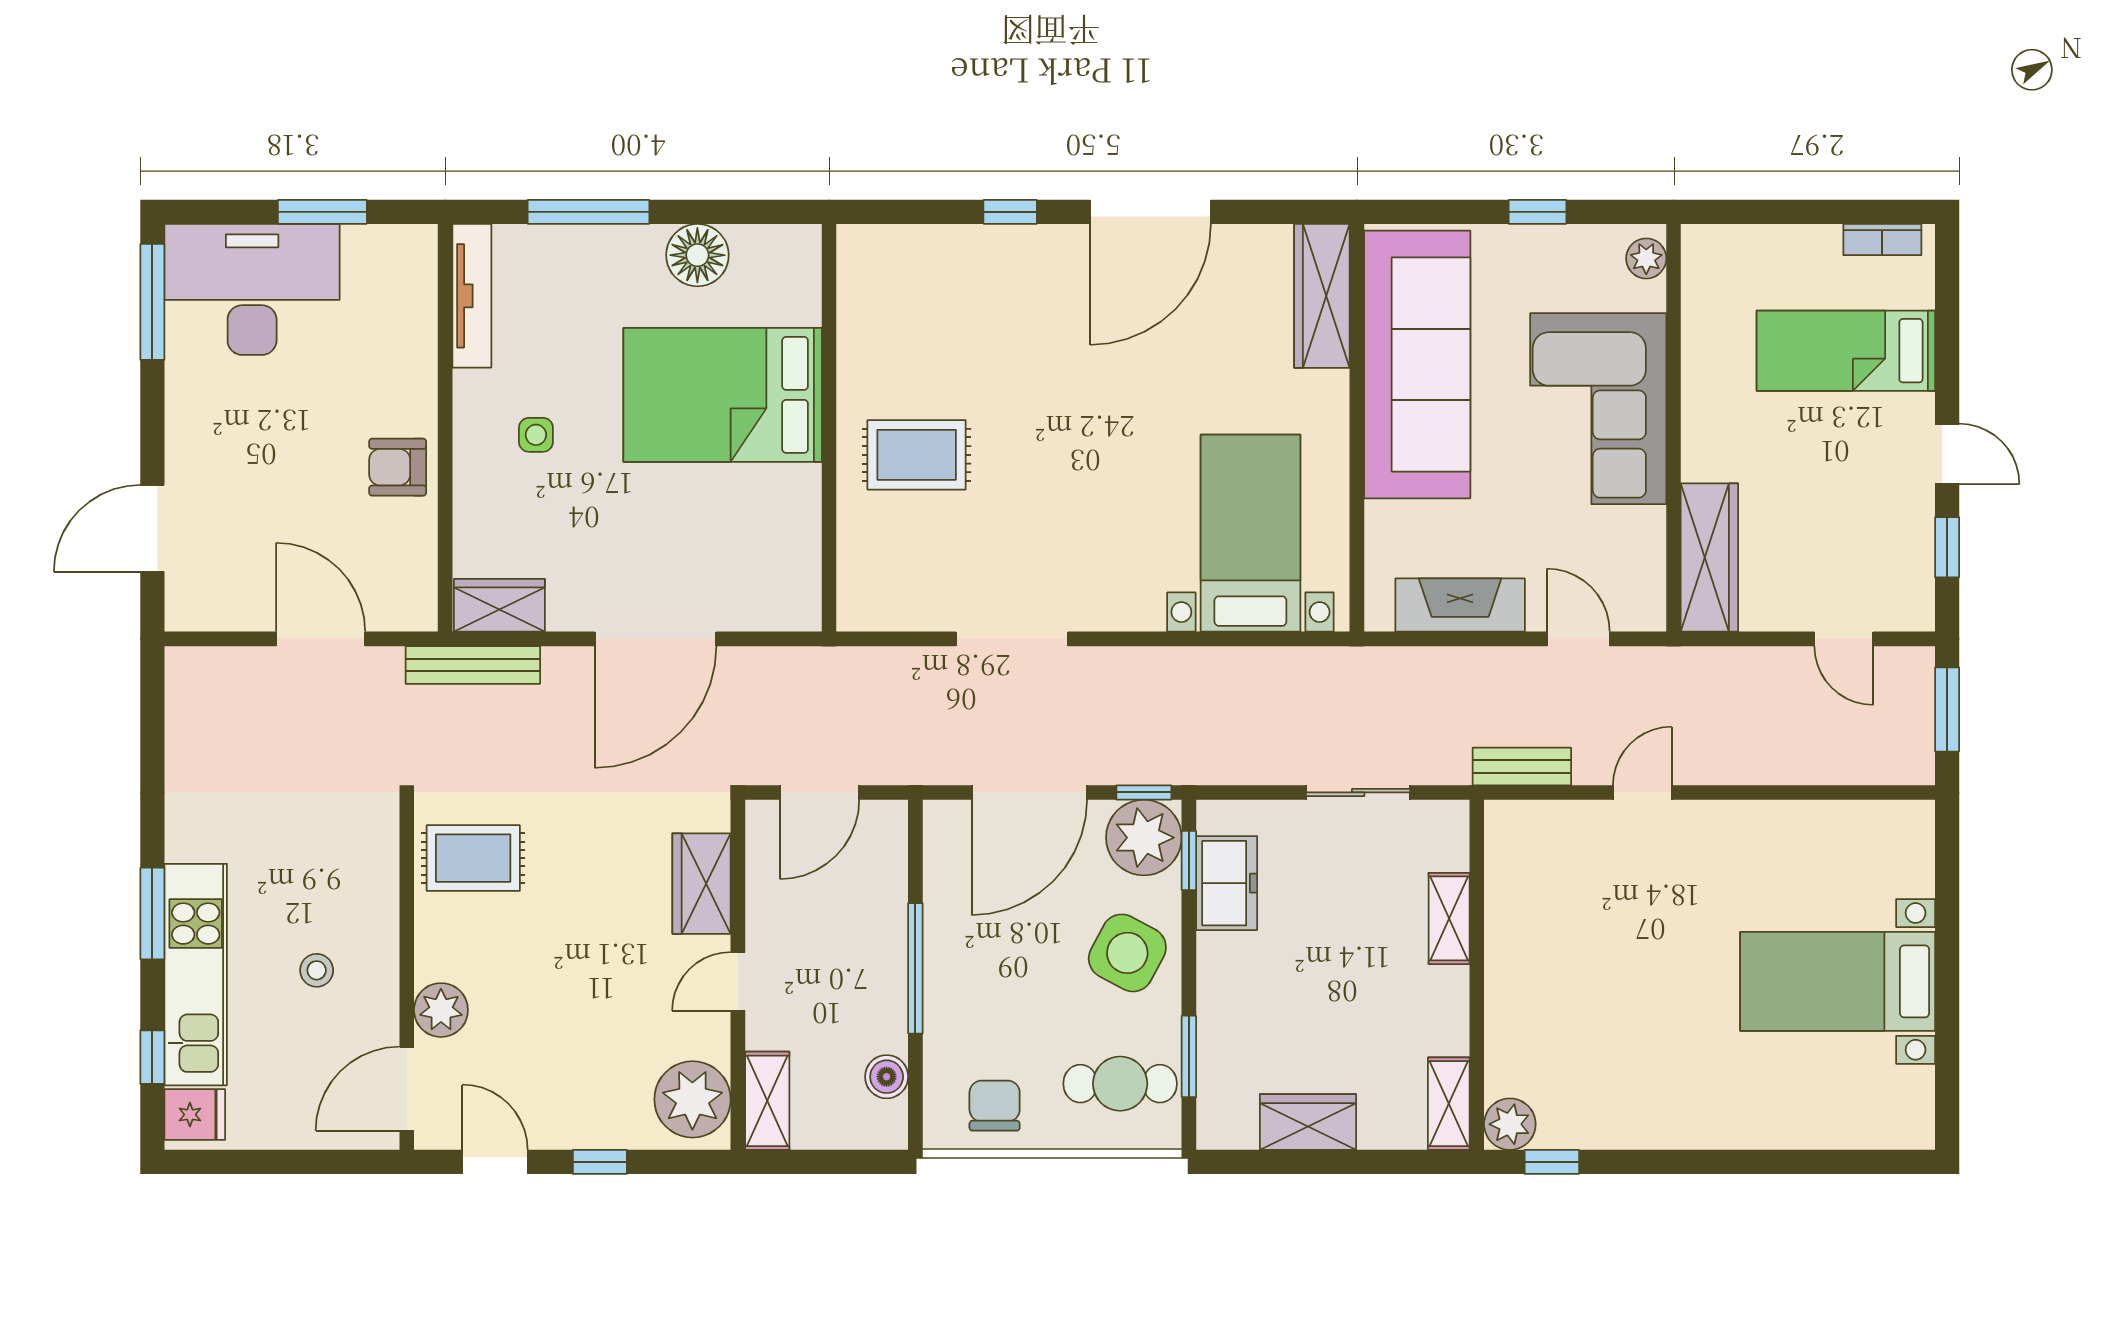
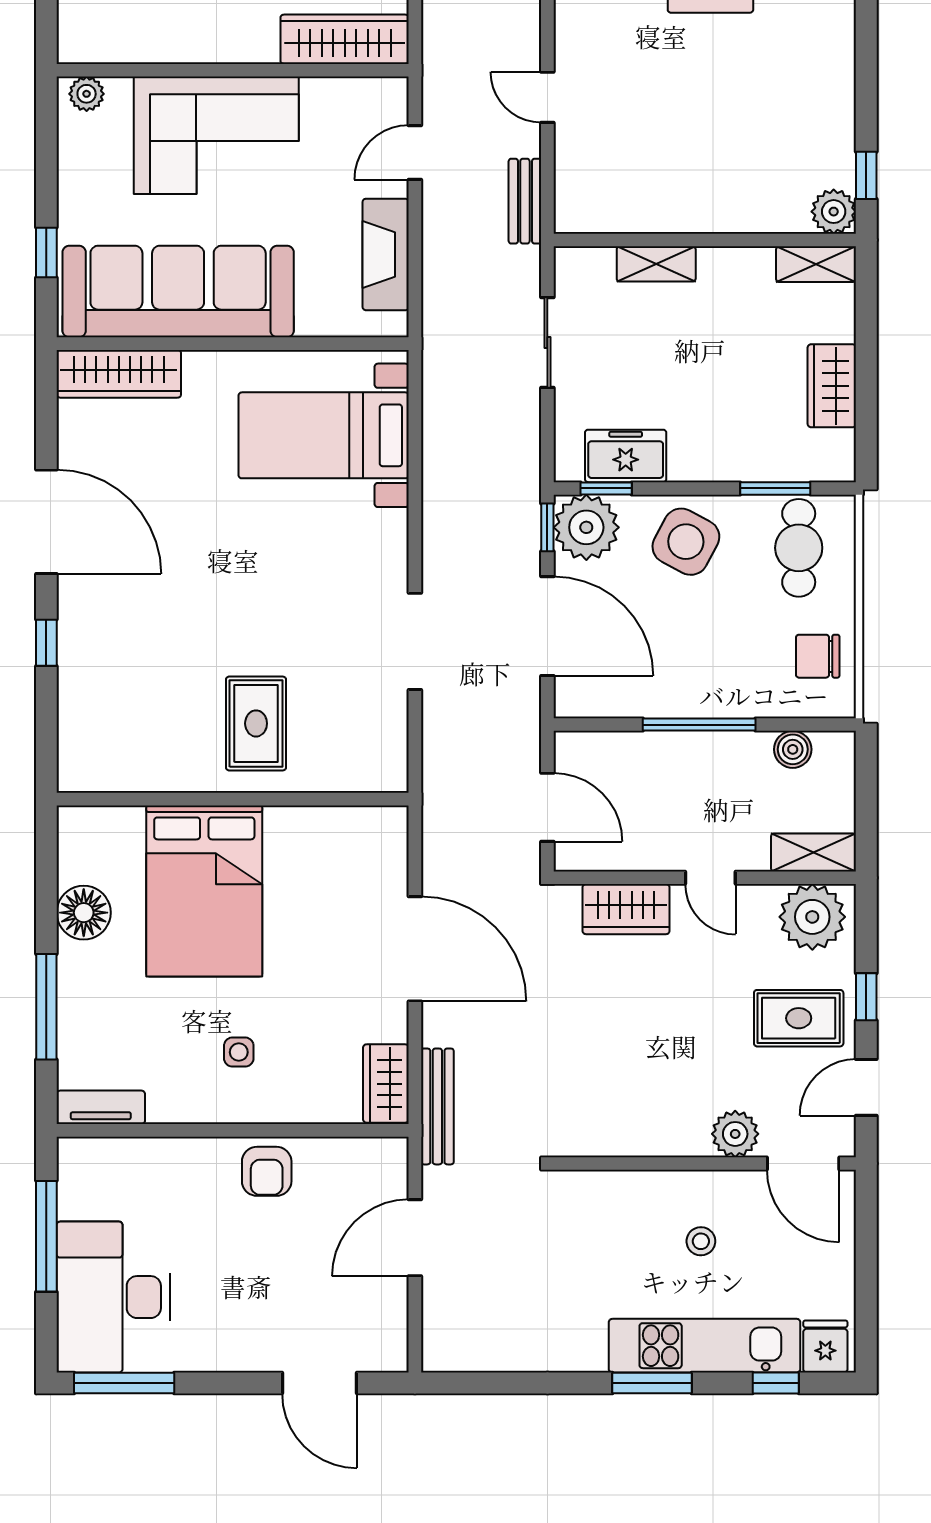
window: (322, 212) -> (46, 1236), width x1.44
window: (1537, 212) -> (46, 253), moved
tv unit: (472, 296) -> (101, 1107), width x0.71
rug: (473, 858) -> (799, 1018), moved, turned 90

